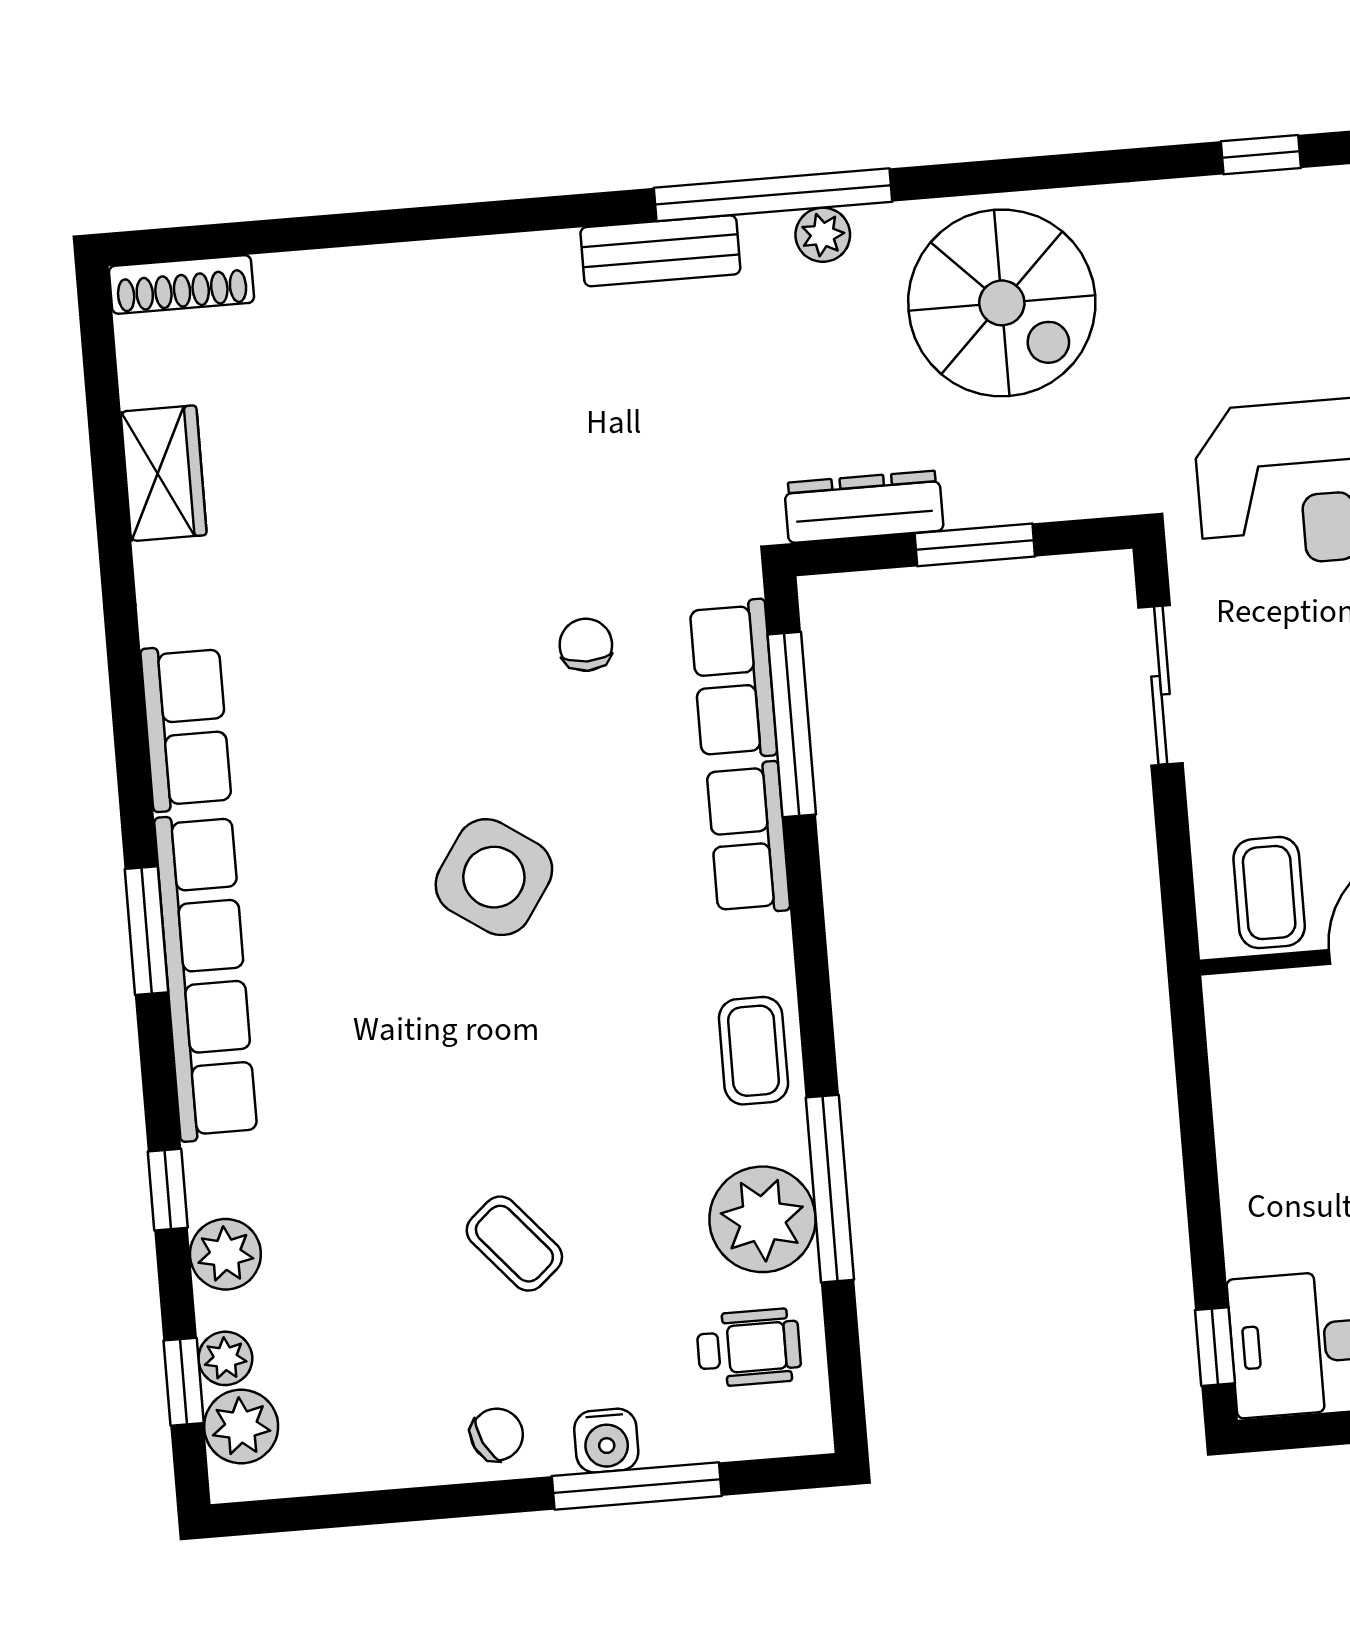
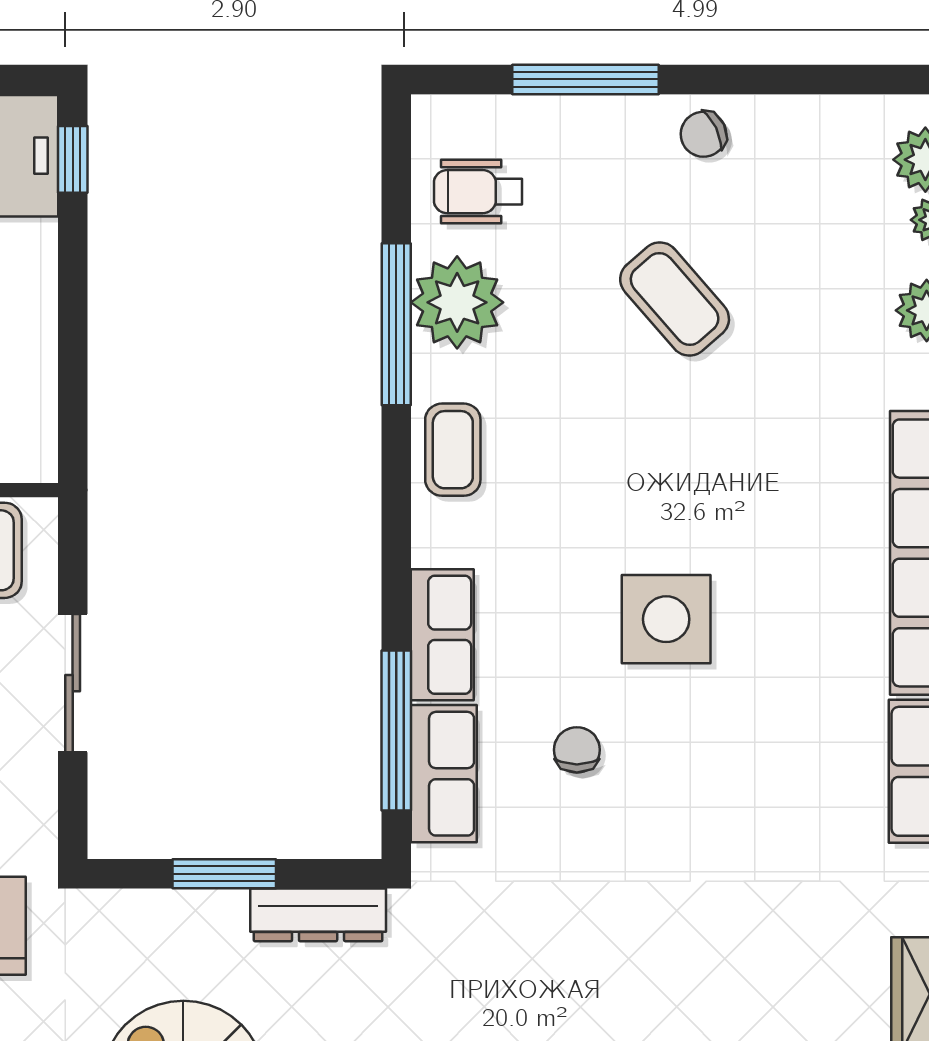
chair: (586, 645) -> (577, 750), moved, turned 180
sliding door: (1161, 685) -> (73, 683), moved
side table: (494, 877) -> (666, 619), turned -34
coffee table: (514, 1244) -> (675, 299), width x1.36, depth x1.30
water cooler: (606, 1441) -> (609, 121), removed

